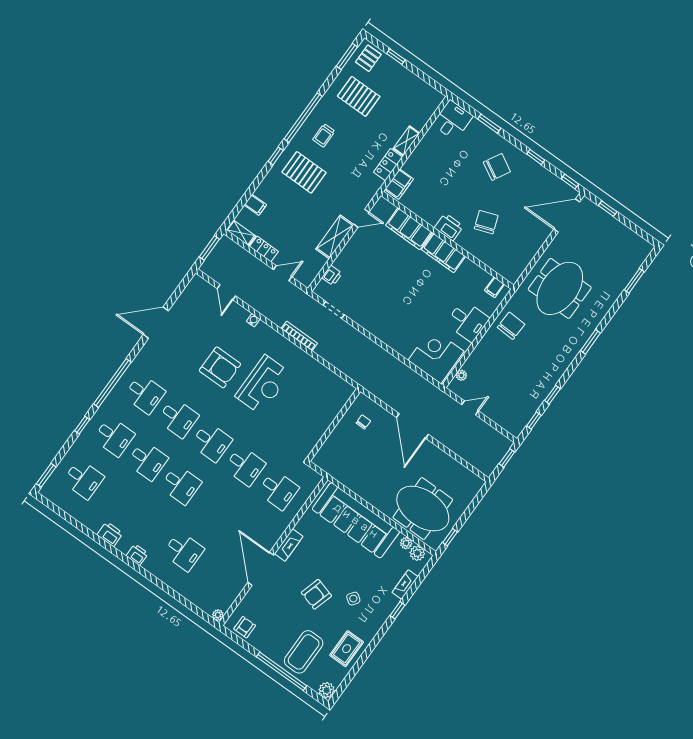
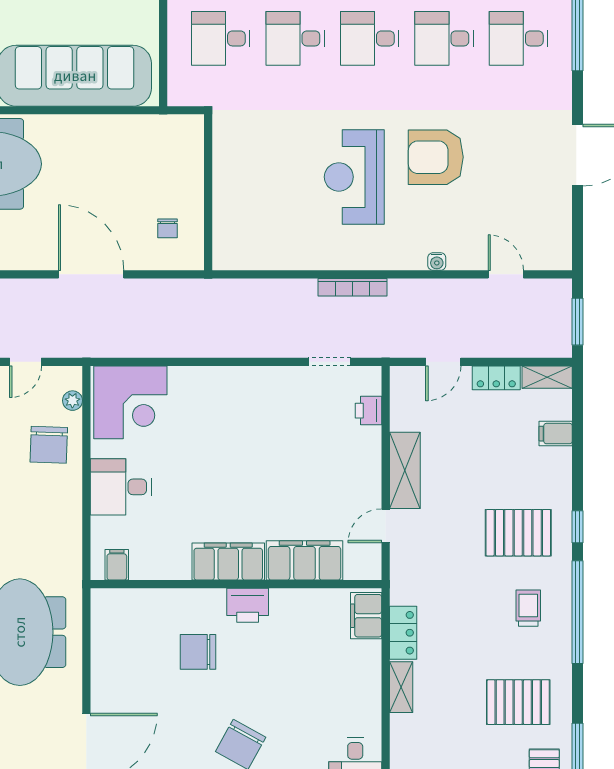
chair: (486, 222) -> (198, 652), turned 110
chair: (511, 326) -> (49, 445), moved

